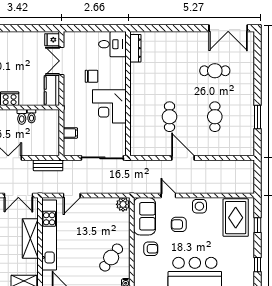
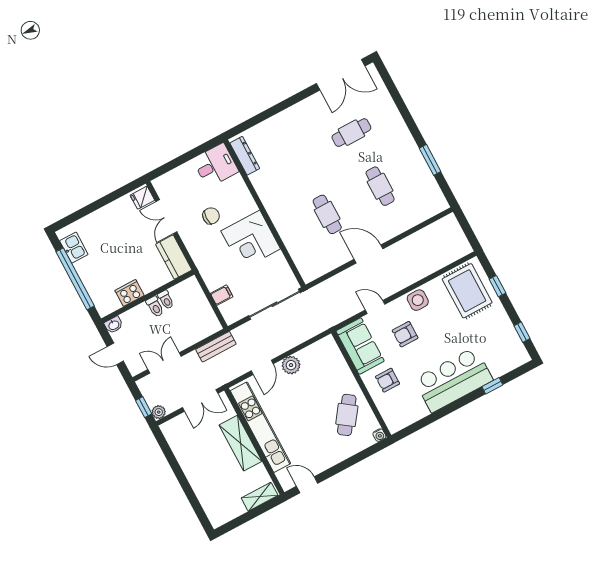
plant: (123, 204) -> (291, 365), moved
armchair: (151, 249) -> (388, 380), turned 180

